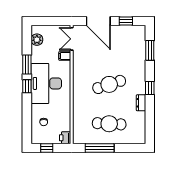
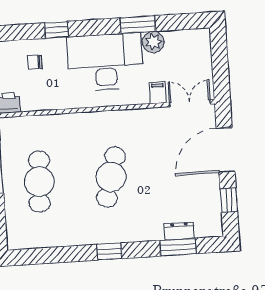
plant: (37, 40) -> (153, 42), moved
cafe table: (109, 84) -> (111, 177), turned 33
window: (27, 86) -> (56, 30), moved
dresser: (141, 103) -> (179, 231), moved

